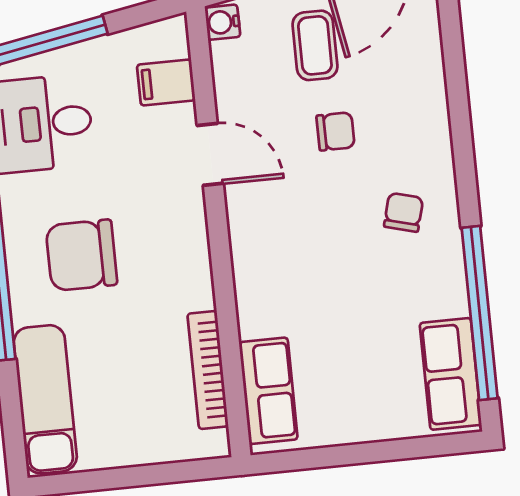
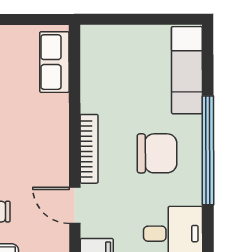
bookcase: (208, 370) -> (89, 149), moved

